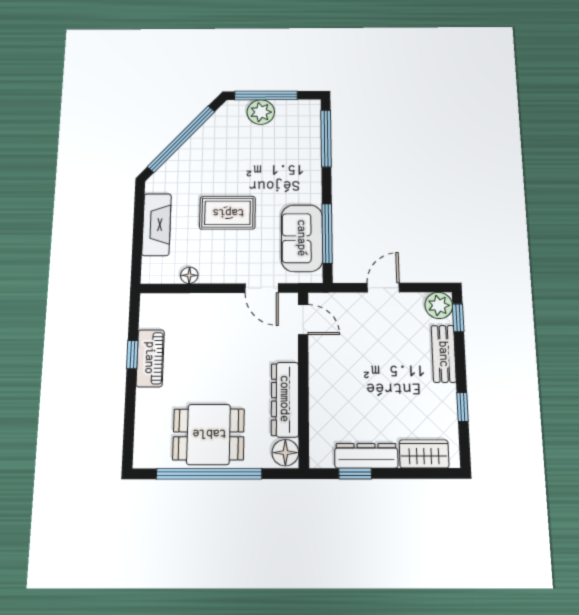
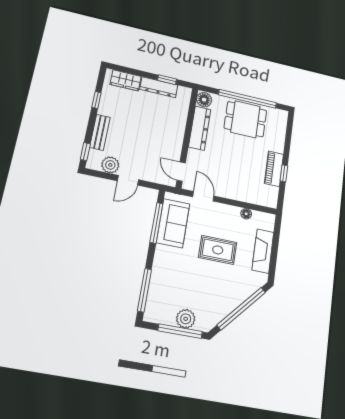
plant: (439, 305) -> (110, 165), moved

